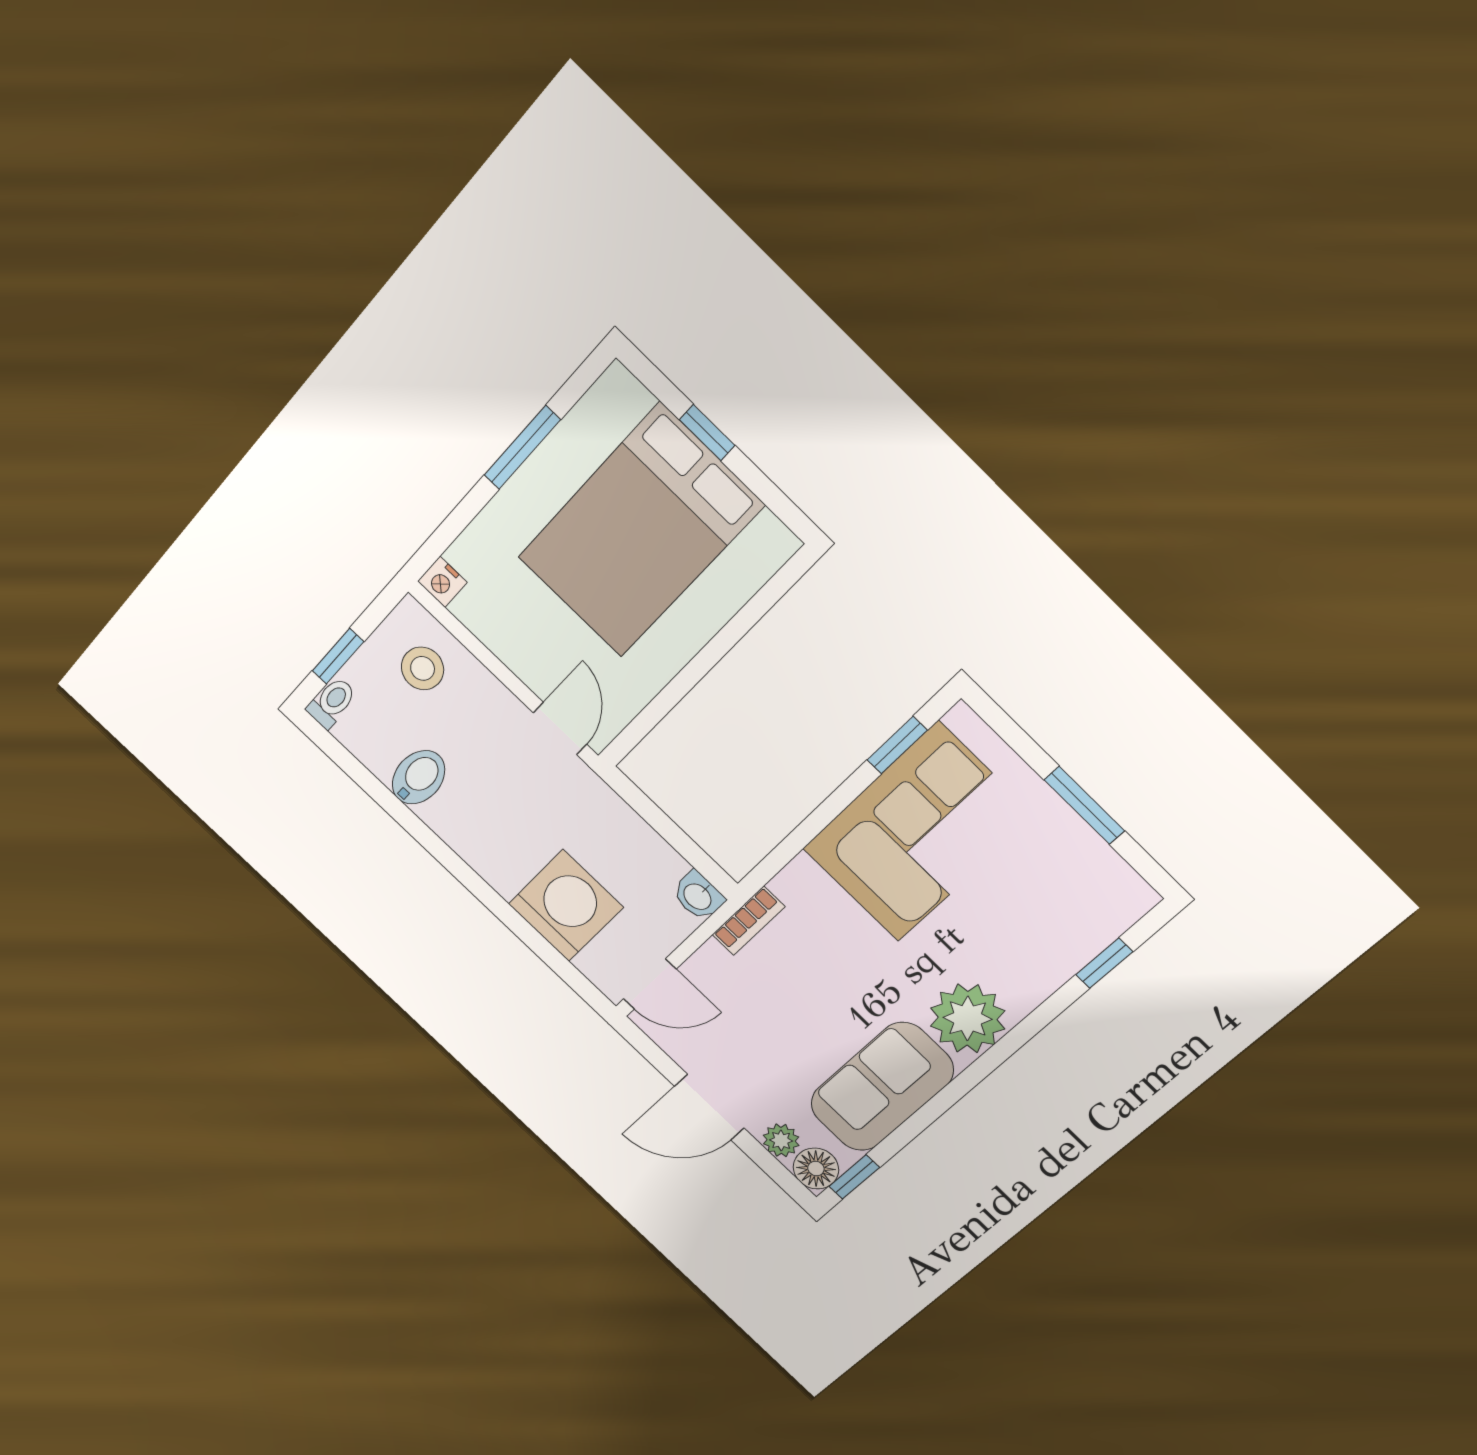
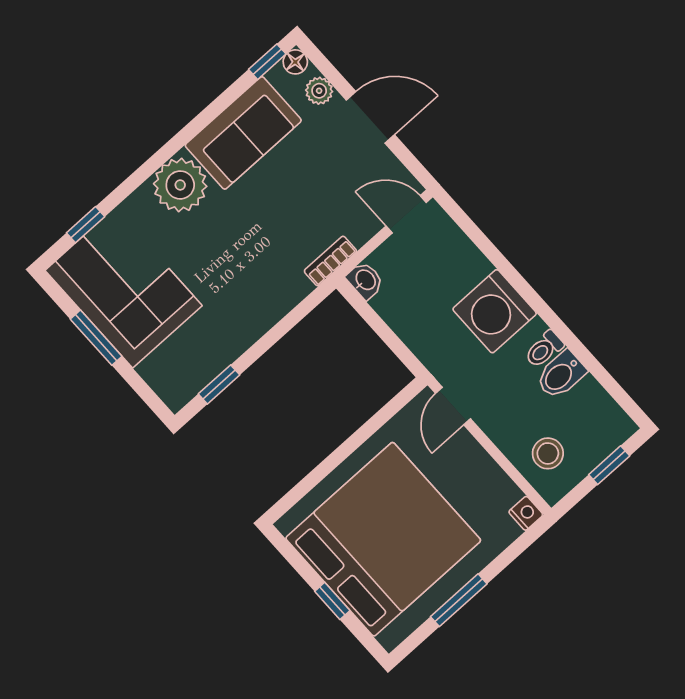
bed: (640, 531) -> (383, 539), width x1.36
toilet: (332, 702) -> (544, 349), moved
corner sofa: (918, 833) -> (124, 288), moved, turned 90
washing machine: (566, 906) -> (495, 311), moved
floor lamp: (816, 1169) -> (295, 62), width x0.73, depth x0.73

